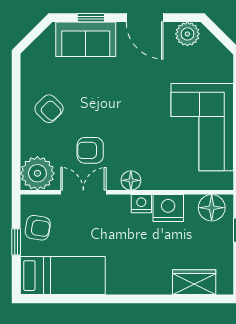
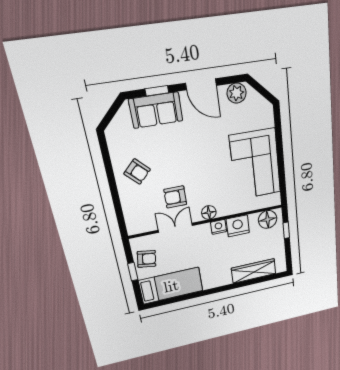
plant: (37, 173) -> (138, 221), removed
wardrobe: (194, 282) -> (254, 271), width x1.50

